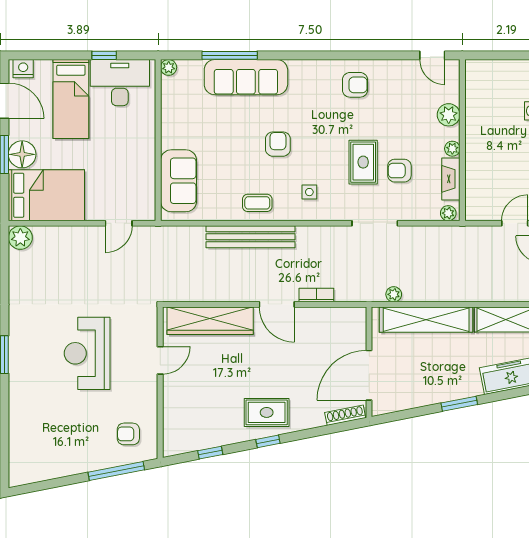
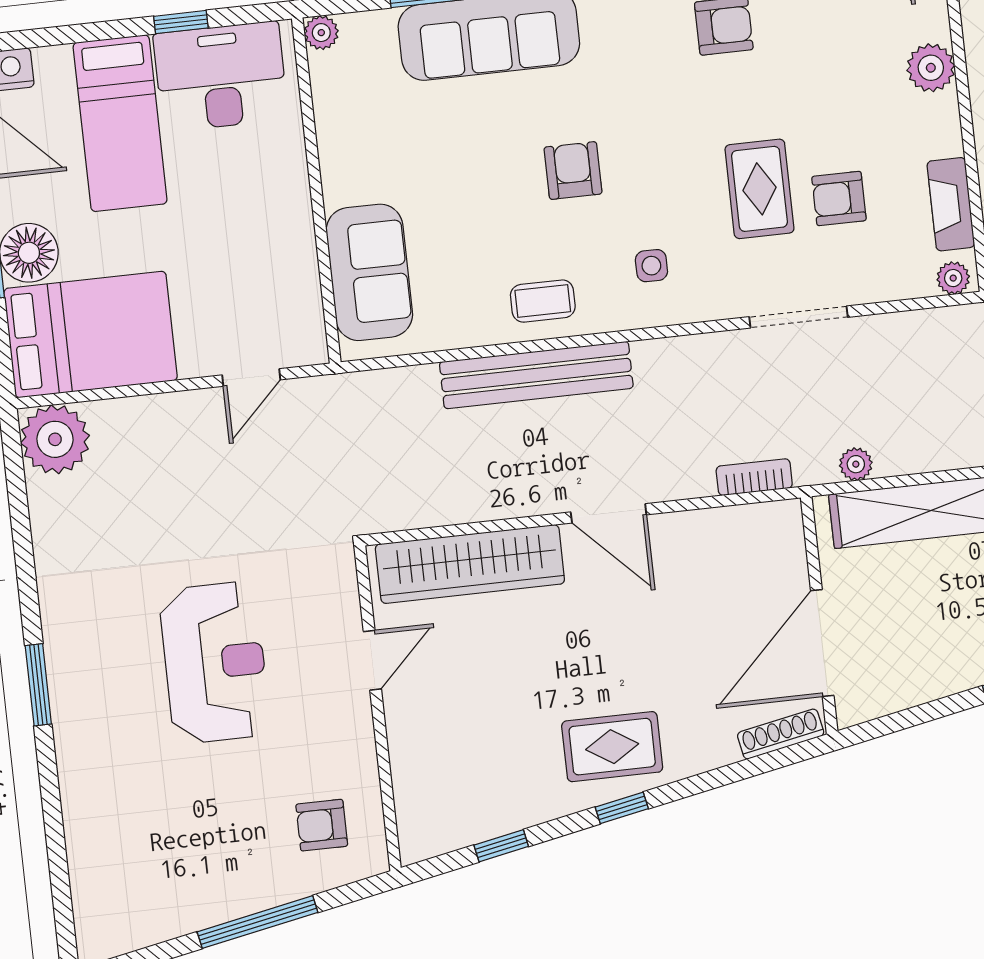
plant: (452, 149) -> (947, 139), removed
plant: (20, 238) -> (55, 439), width x1.36, depth x1.36
bookcase: (316, 295) -> (754, 477), moved
reception desk: (87, 353) -> (215, 663), turned 180
window: (116, 471) -> (258, 922), moved

